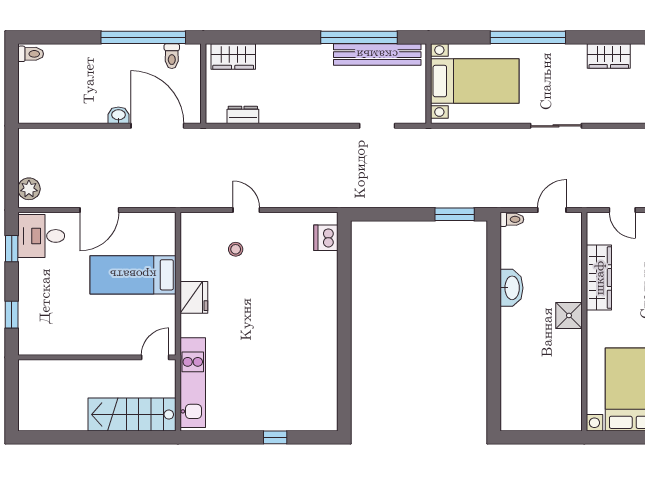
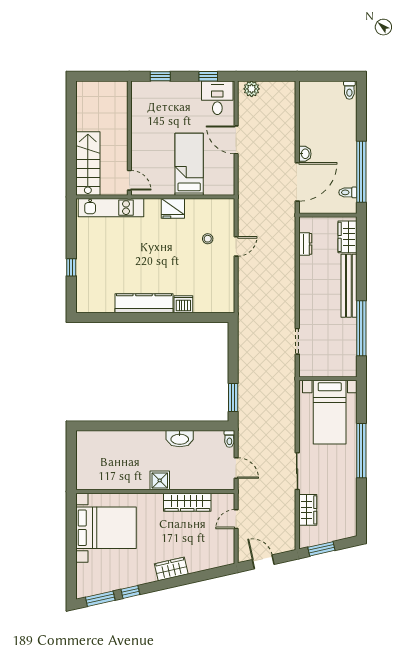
bench: (377, 55) -> (349, 286), moved
wardrobe: (609, 56) -> (308, 510), moved, turned 180
dishwasher: (326, 238) -> (183, 304), moved
kitchen counter: (325, 337) -> (144, 303), added

